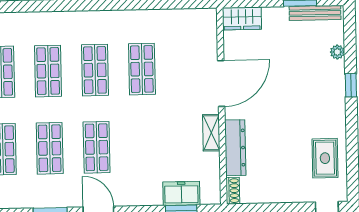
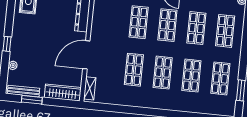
wardrobe: (242, 18) -> (63, 93), width x1.50
shelving: (211, 133) -> (90, 88), moved
shop shelf: (144, 146) -> (139, 22), added

